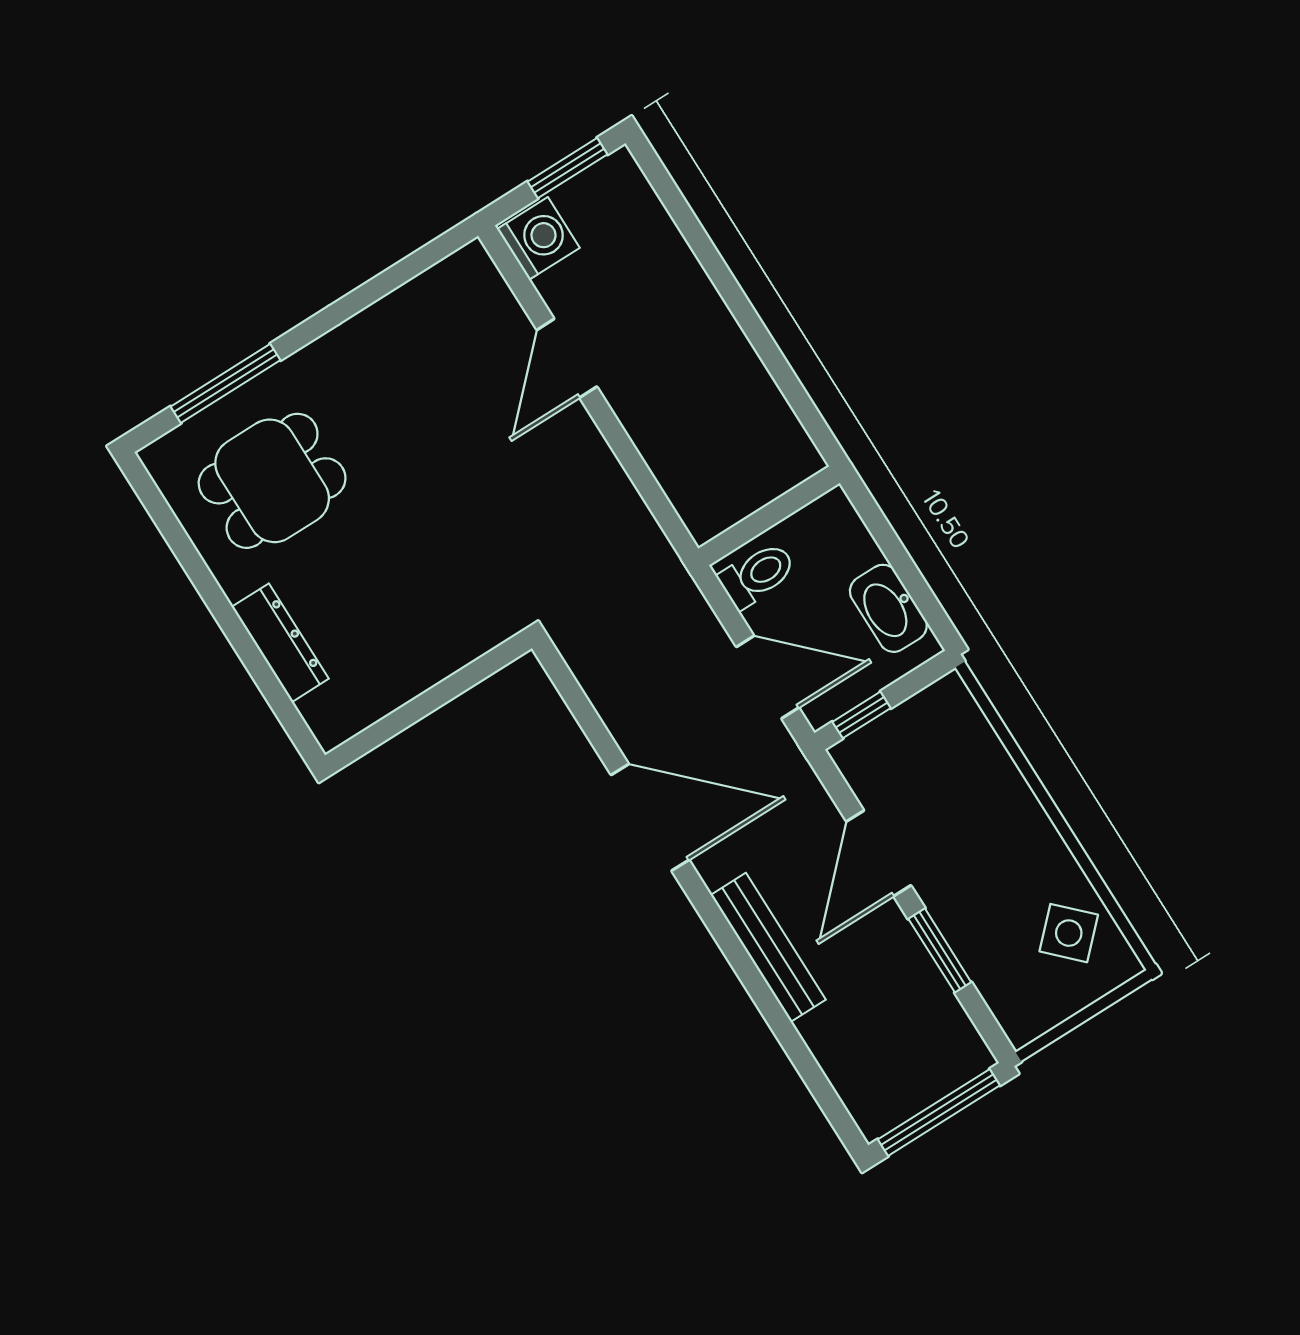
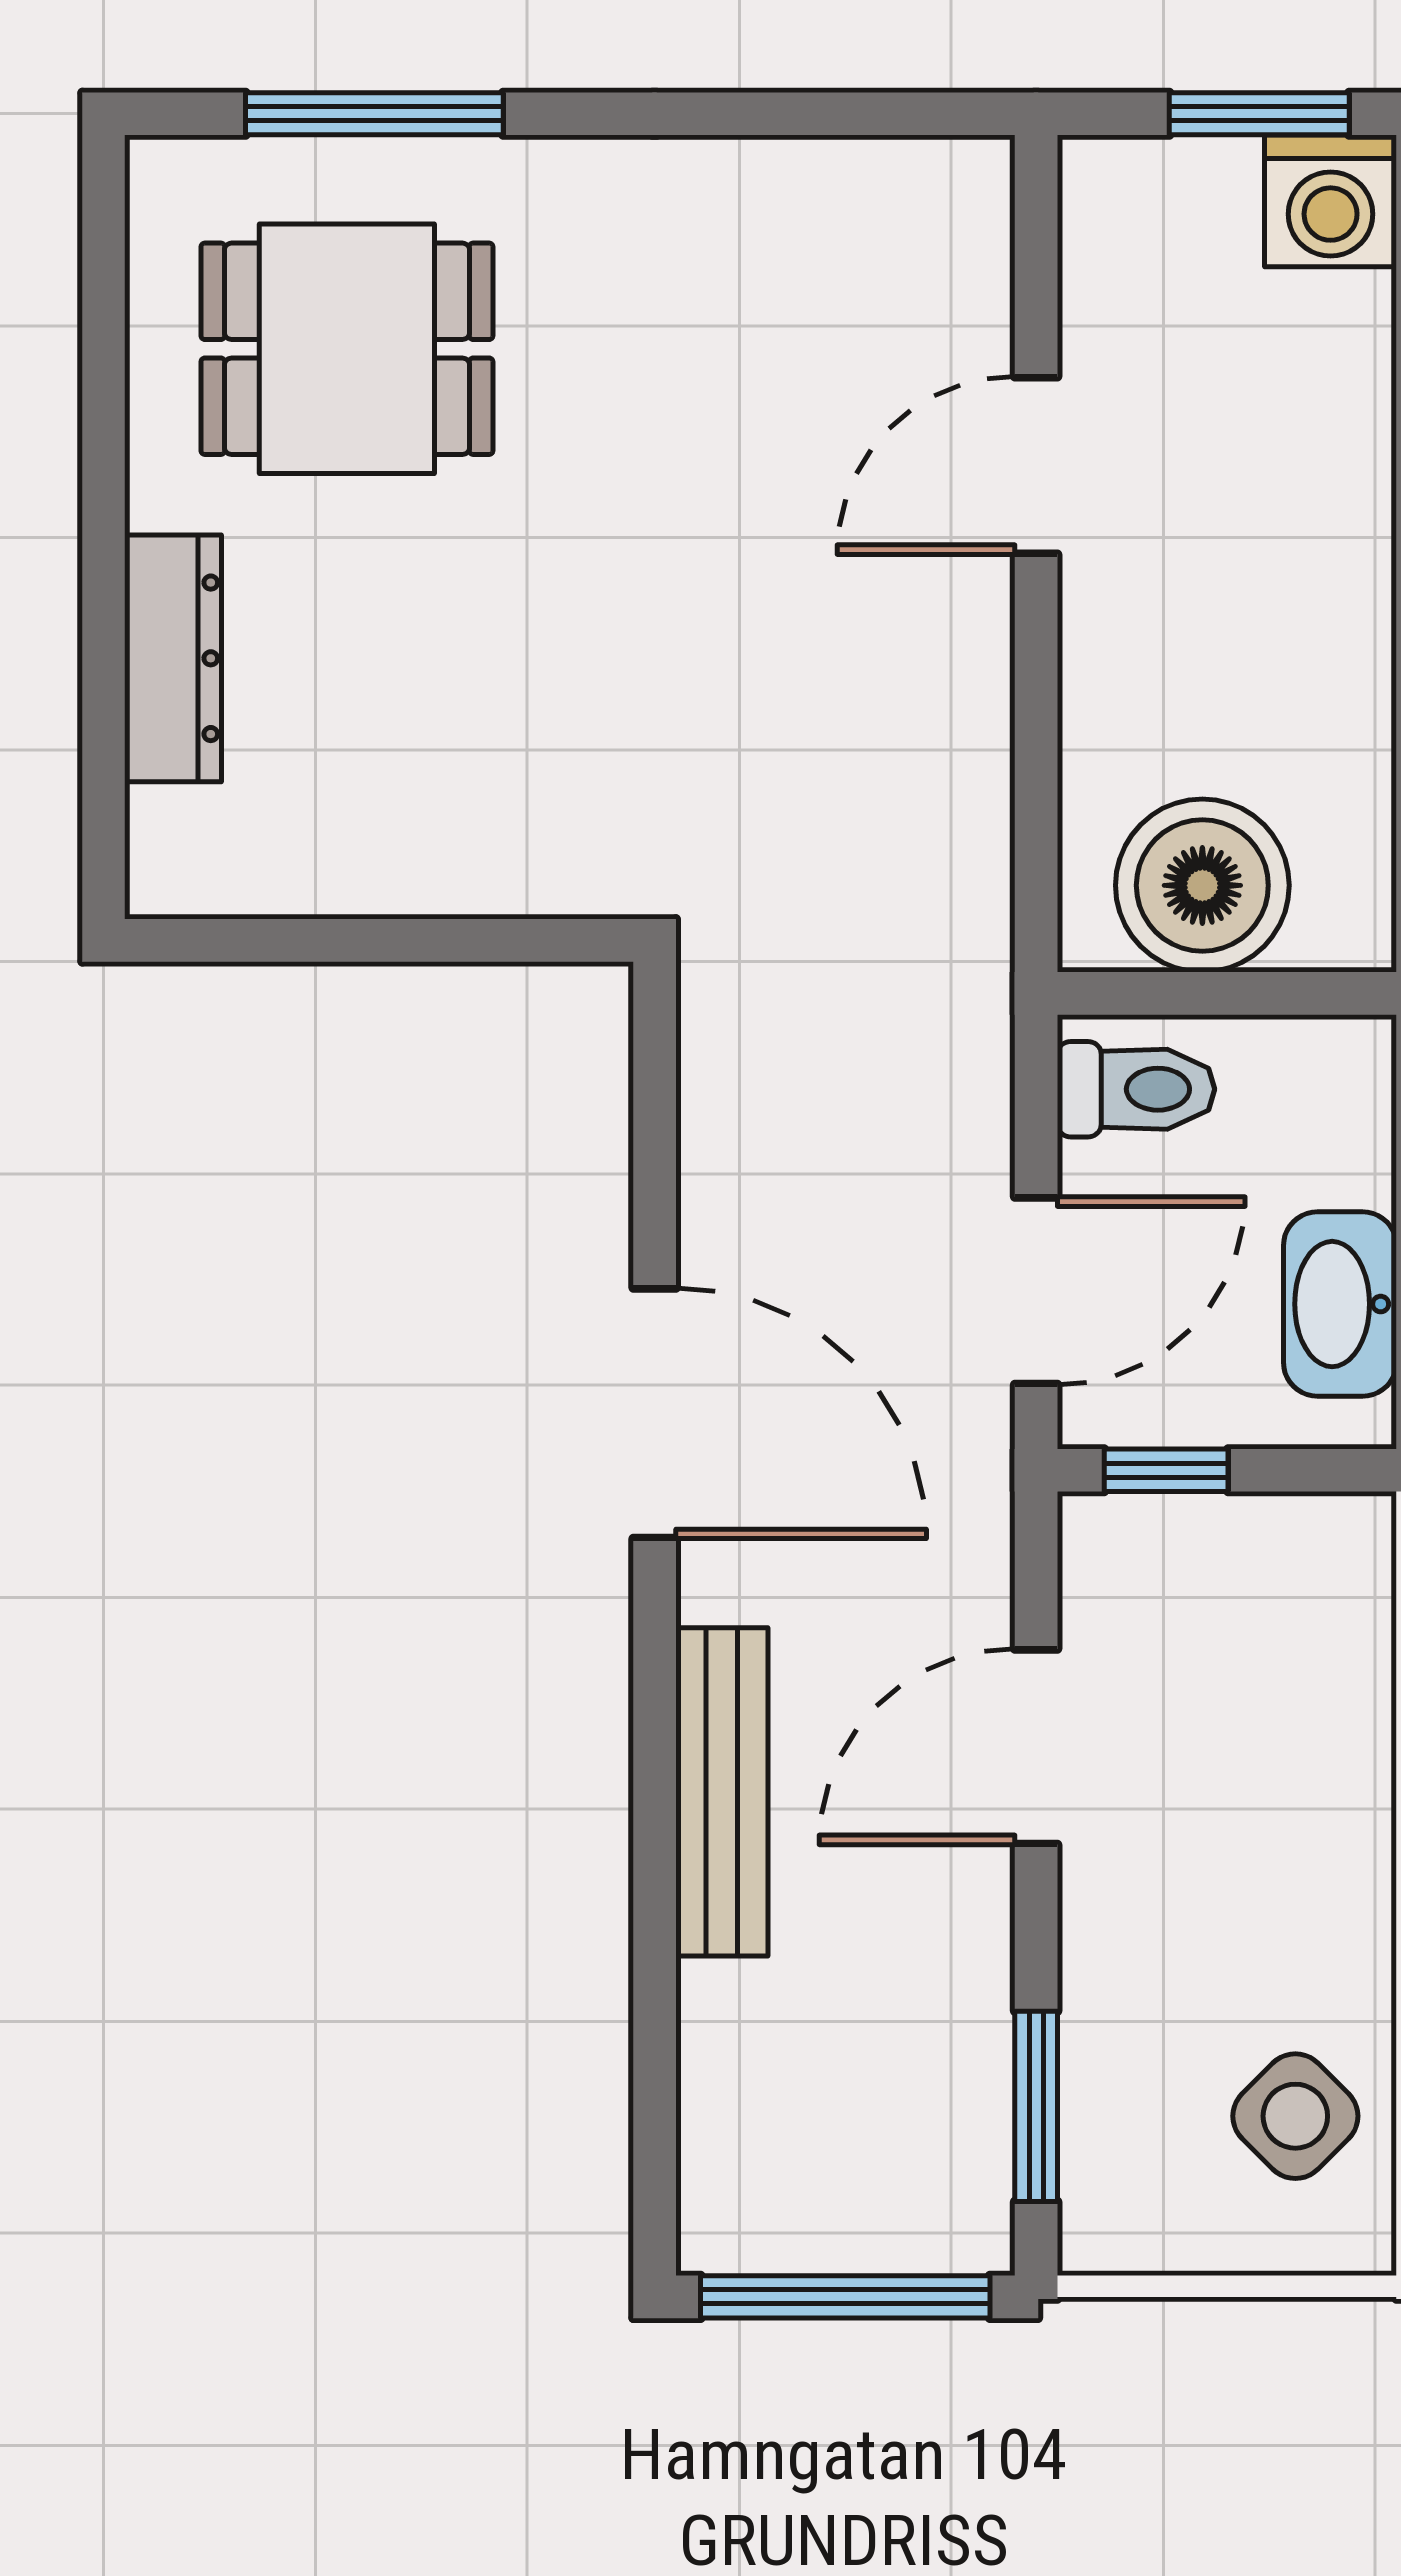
washing machine: (538, 238) -> (1331, 201), moved, turned 90
boiler: (733, 480) -> (1202, 885), added
door: (768, 677) -> (1036, 1291), hinge flipped
window: (940, 950) -> (1036, 2106), moved

